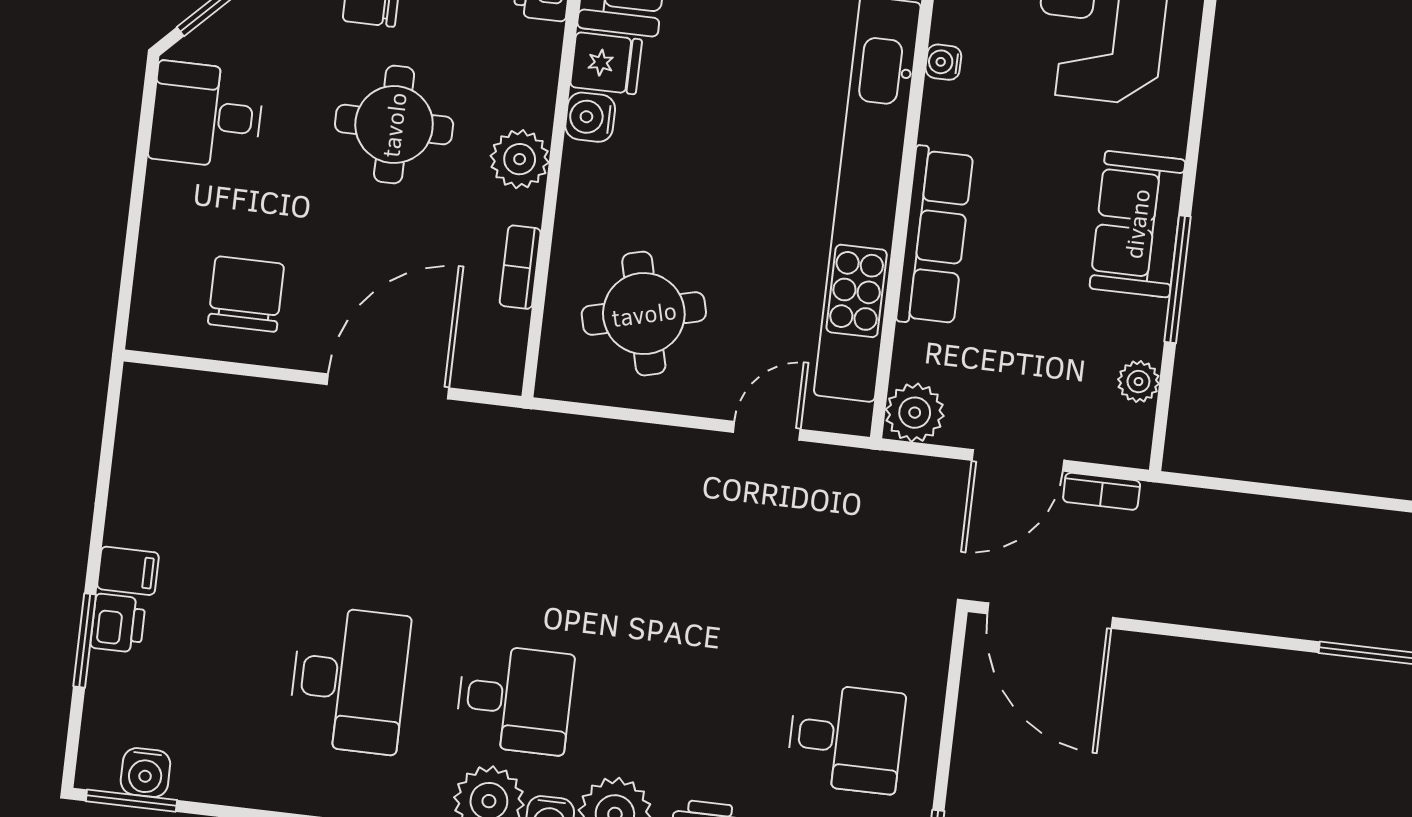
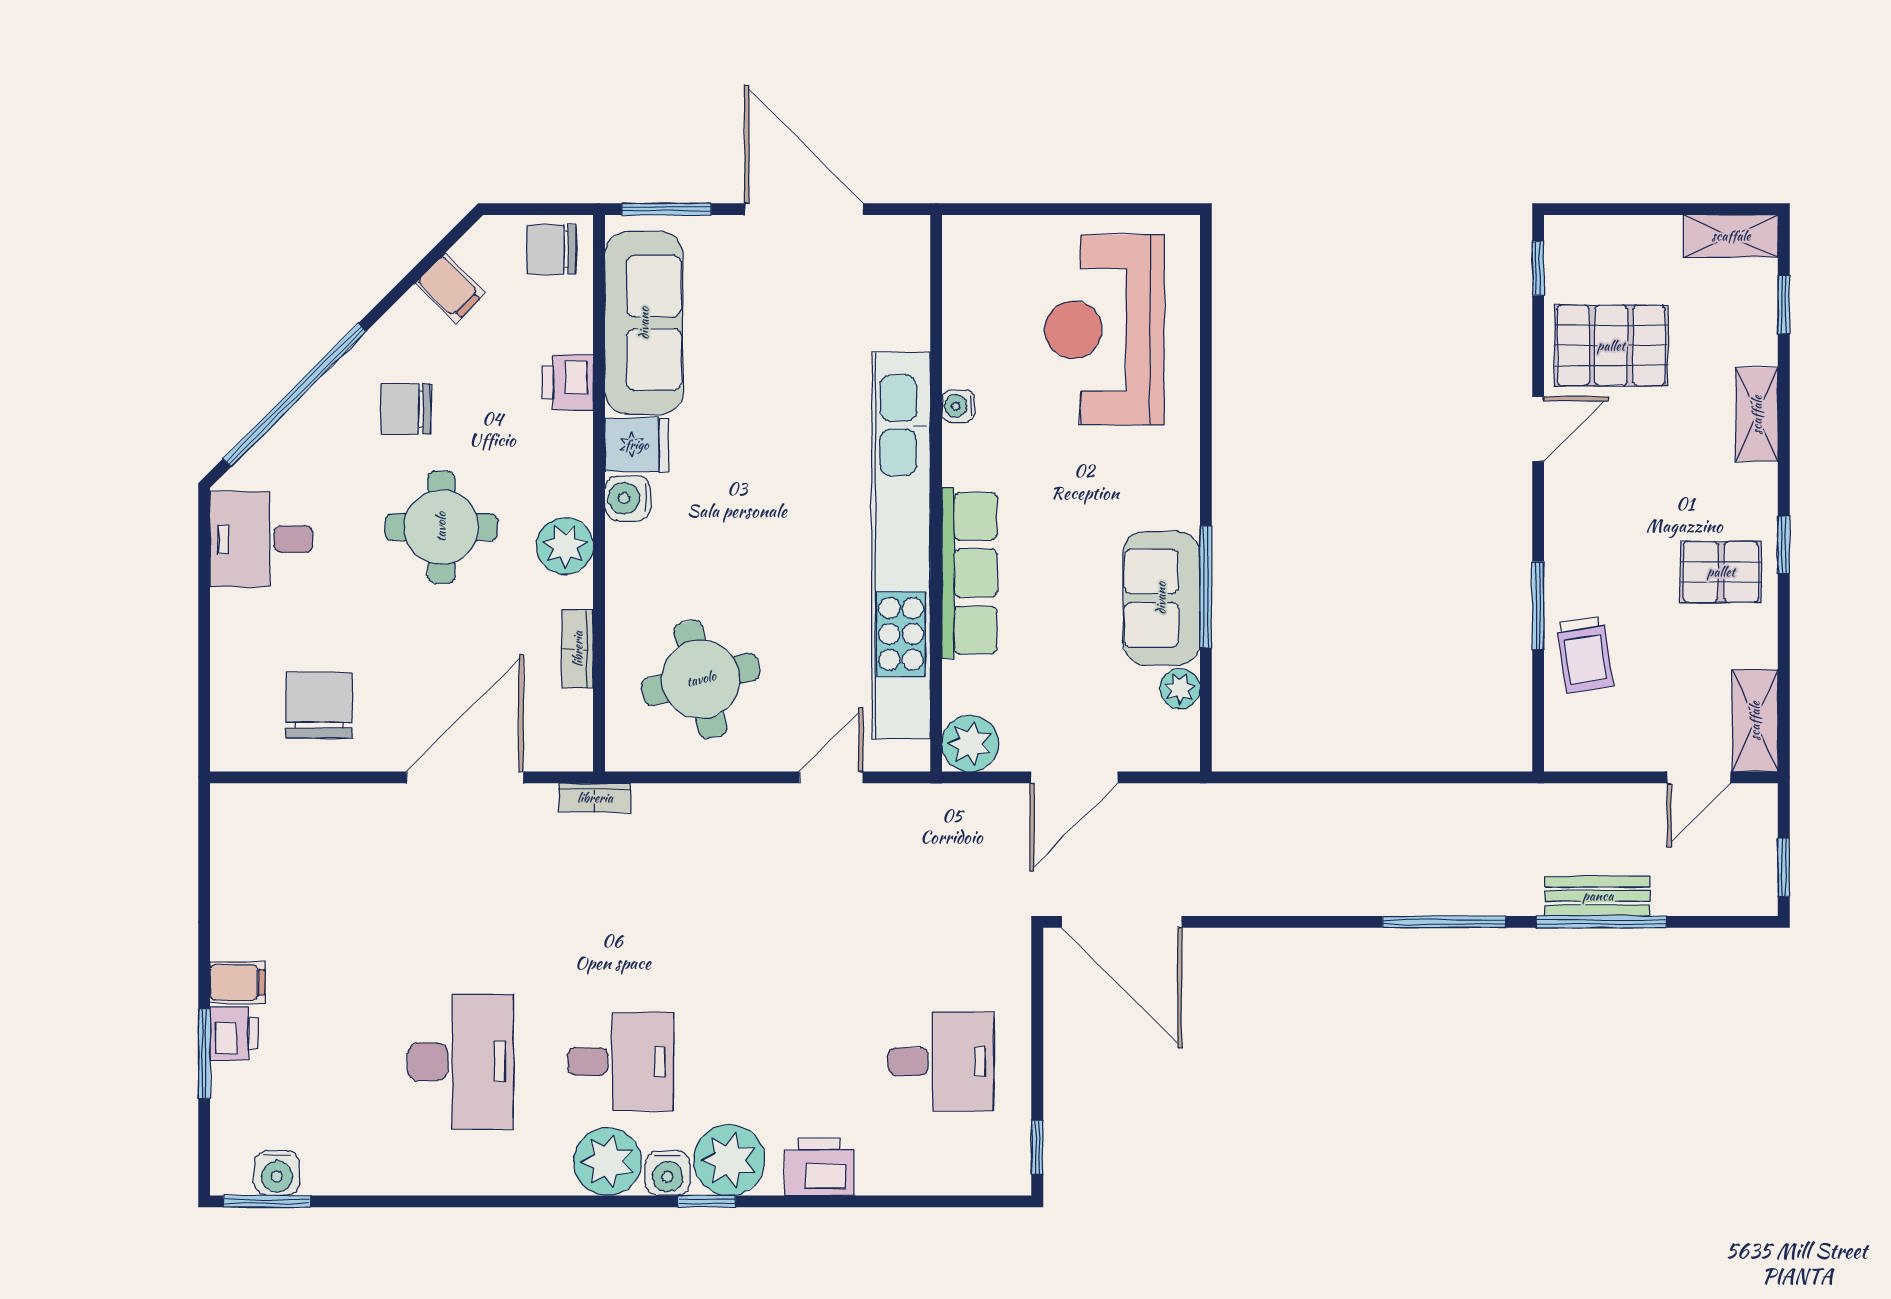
sofa: (1137, 224) -> (1161, 598), moved
bookcase: (1102, 491) -> (595, 798), moved

